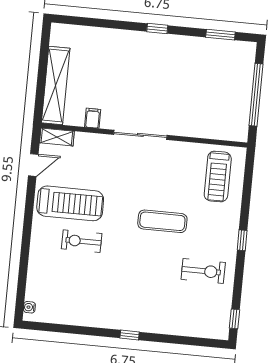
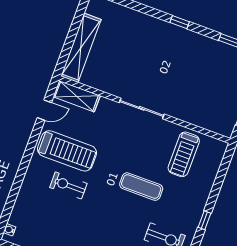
filing cabinet: (93, 118) -> (105, 84), removed
shelving: (57, 137) -> (77, 96), width x1.50, depth x1.33
treadmill: (218, 176) -> (184, 154), moved

